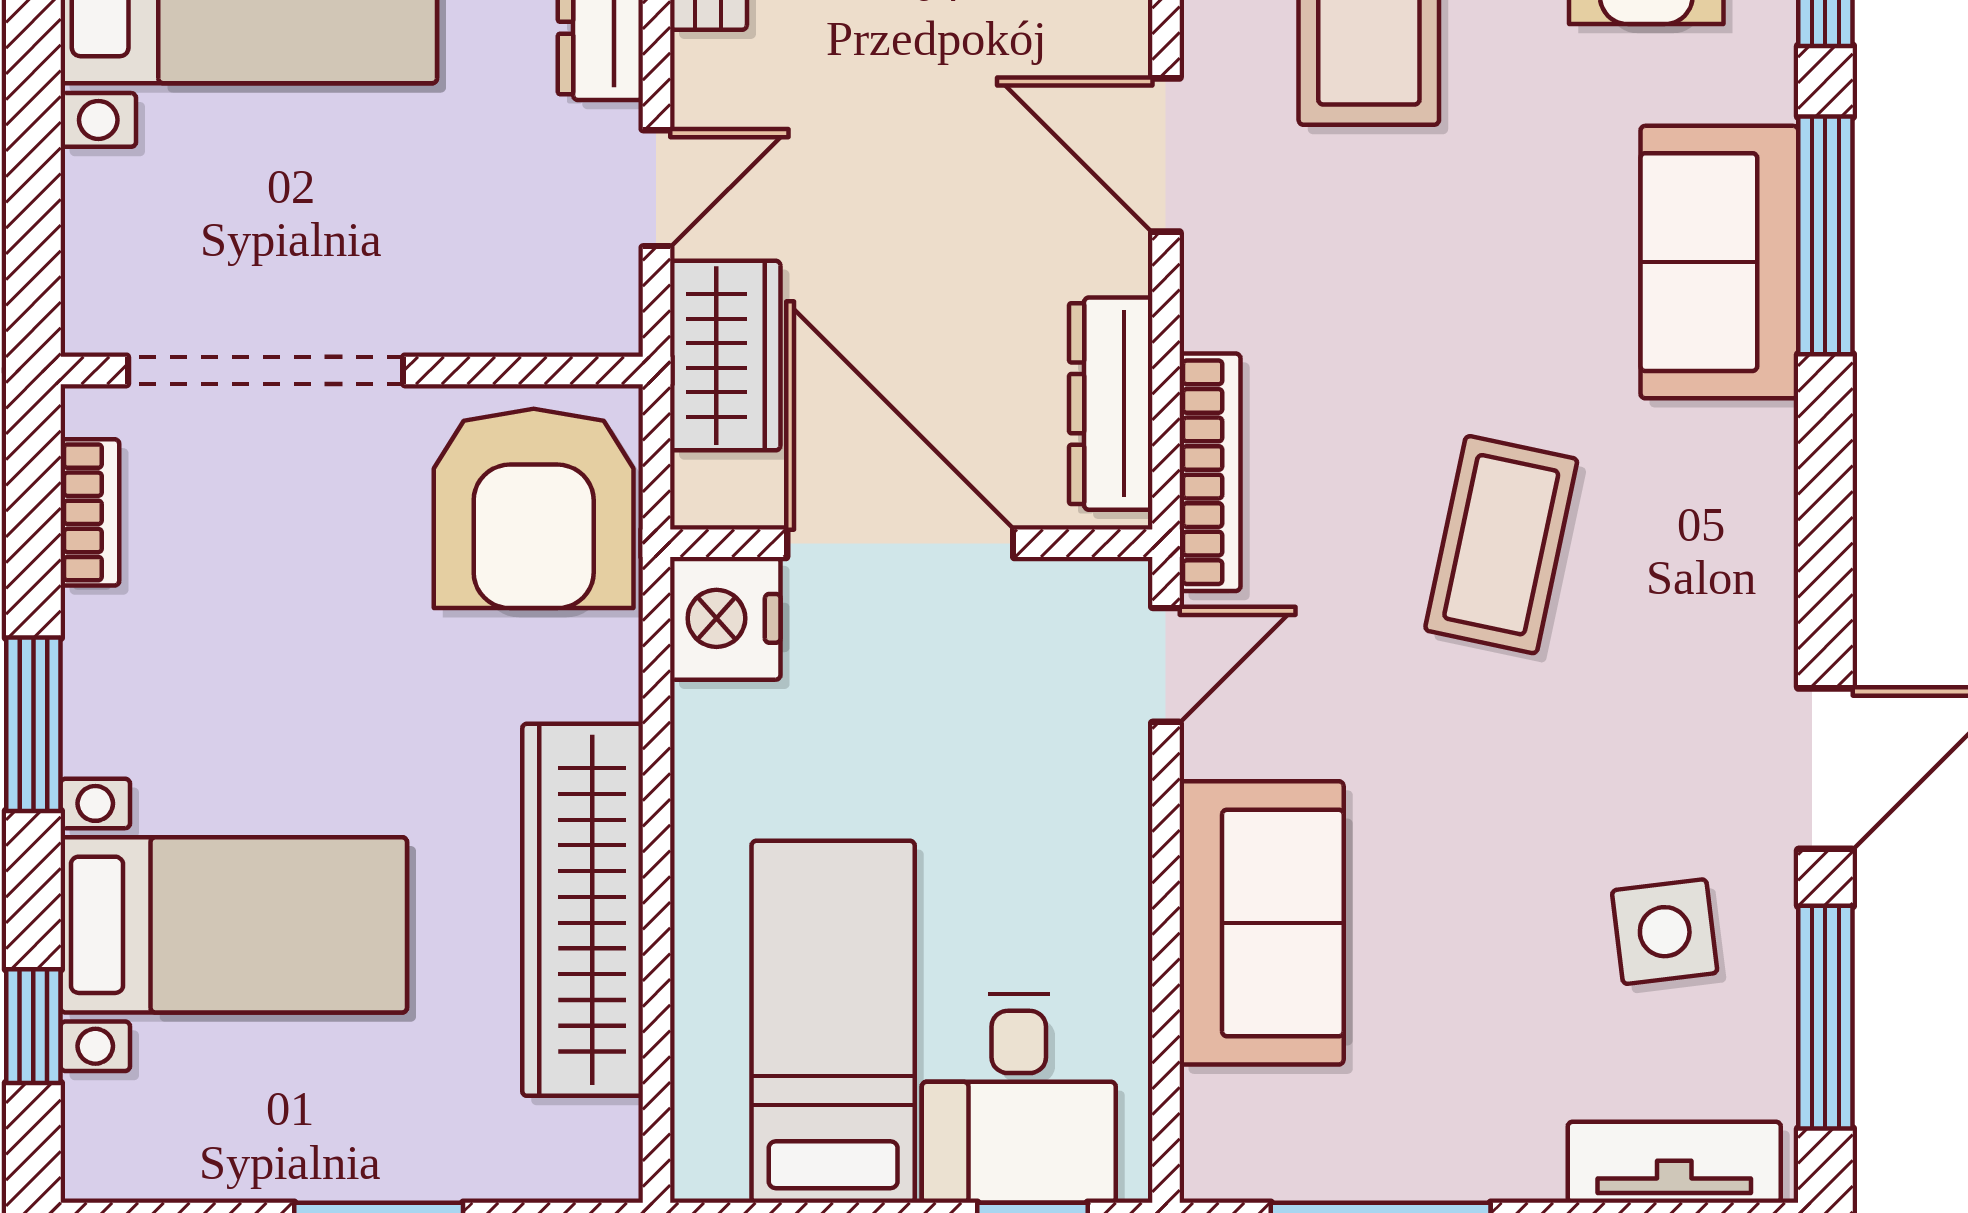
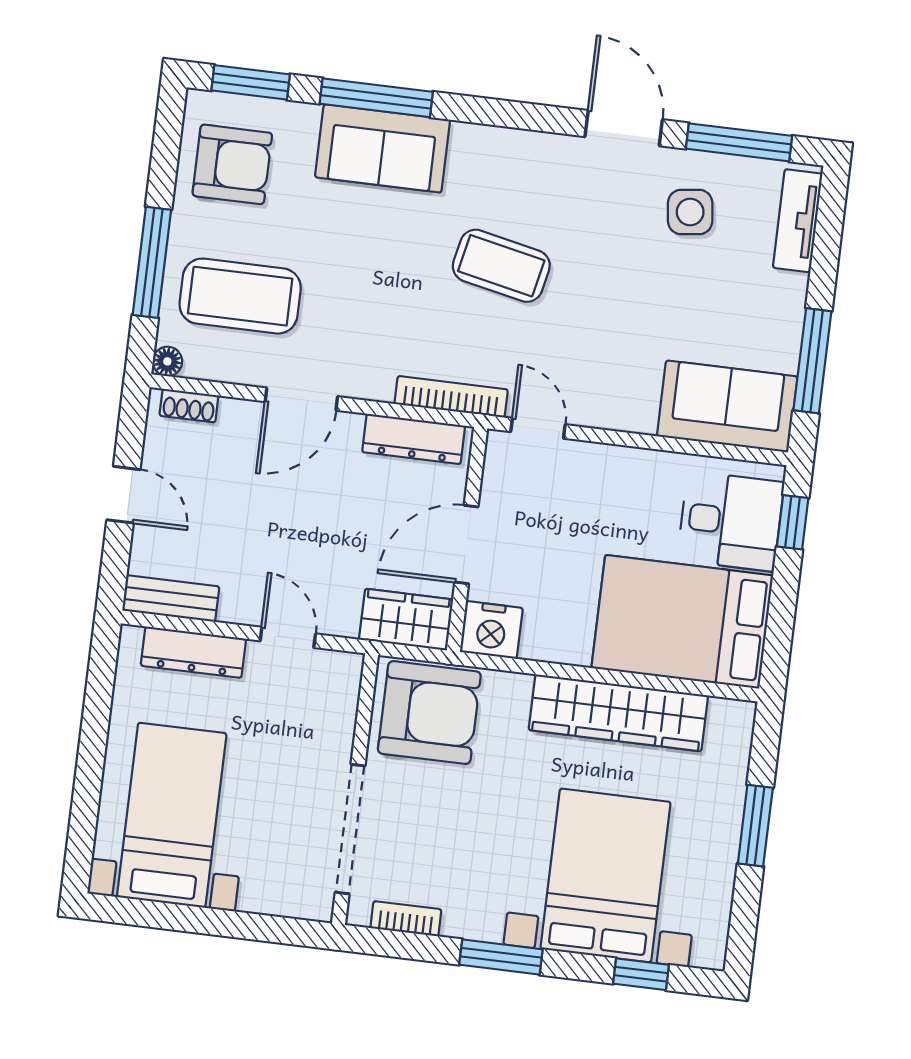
wardrobe: (725, 356) -> (406, 620), moved
door: (900, 543) -> (466, 545), width x0.73
sofa: (1262, 923) -> (727, 406), moved
bed with nightstands: (234, 925) -> (605, 875), width x1.36
bed: (833, 1022) -> (682, 622), width x1.50

